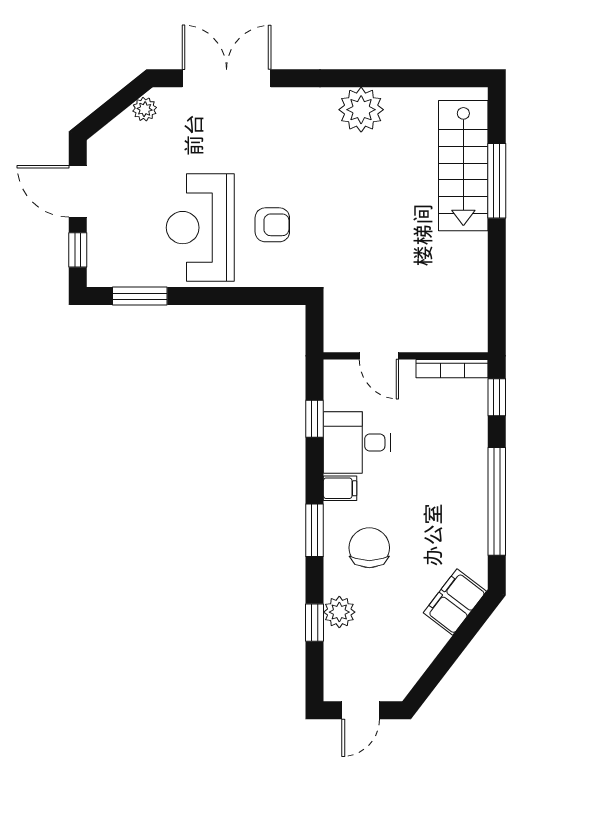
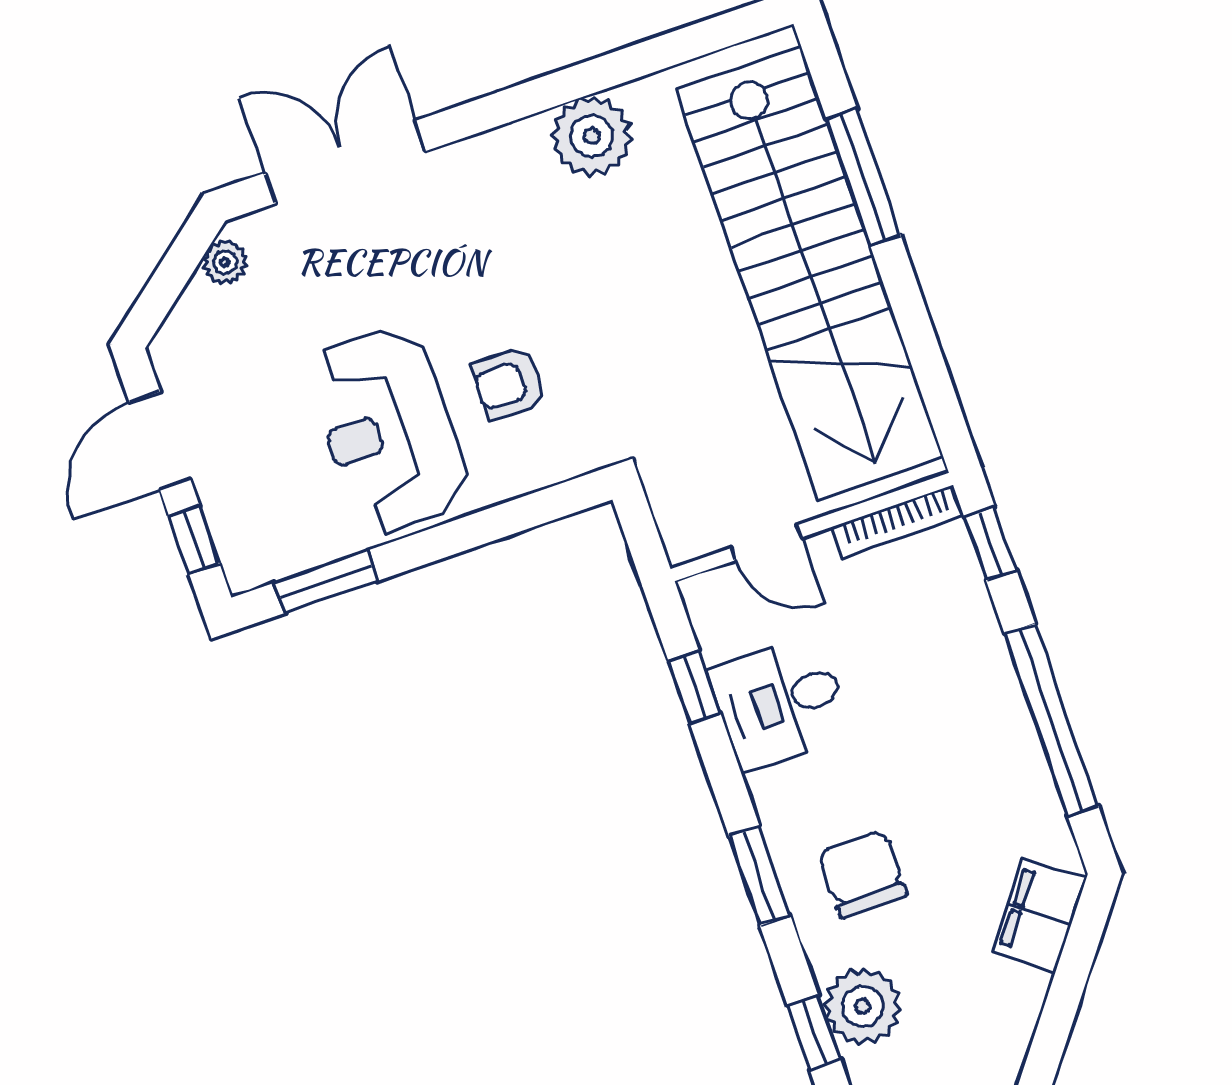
stairs: (463, 166) -> (810, 273), width x1.86, depth x1.51
door: (78, 191) -> (160, 441), hinge flipped
armchair: (272, 225) -> (509, 383), turned 180
filing cabinet: (340, 488) -> (778, 790), removed
plant: (339, 612) -> (863, 1006), width x1.36, depth x1.36

